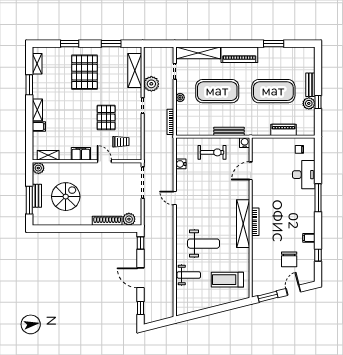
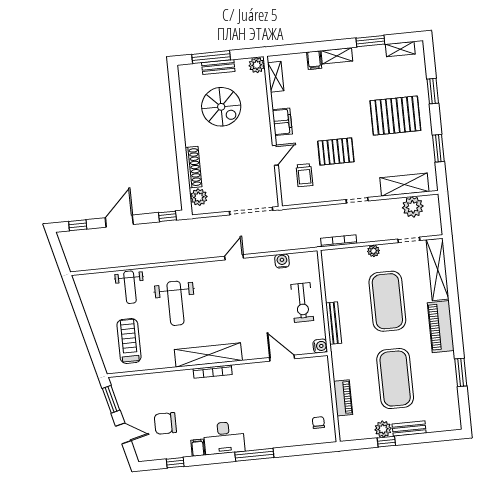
plant: (151, 84) -> (413, 207), moved
desk: (304, 175) -> (224, 438), moved

